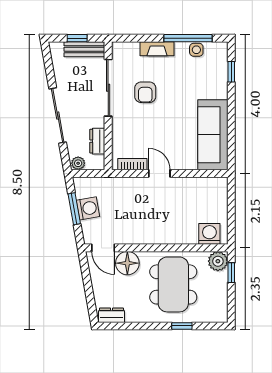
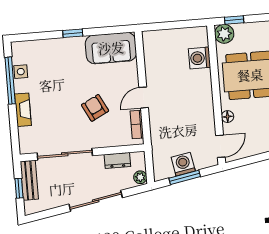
window: (231, 72) -> (73, 33), moved
armchair: (145, 92) -> (95, 108), moved, turned -117
sofa: (213, 135) -> (111, 48), width x0.73
washing machine: (209, 234) -> (200, 58), moved
floor lamp: (127, 263) -> (227, 117), width x0.53, depth x0.53

